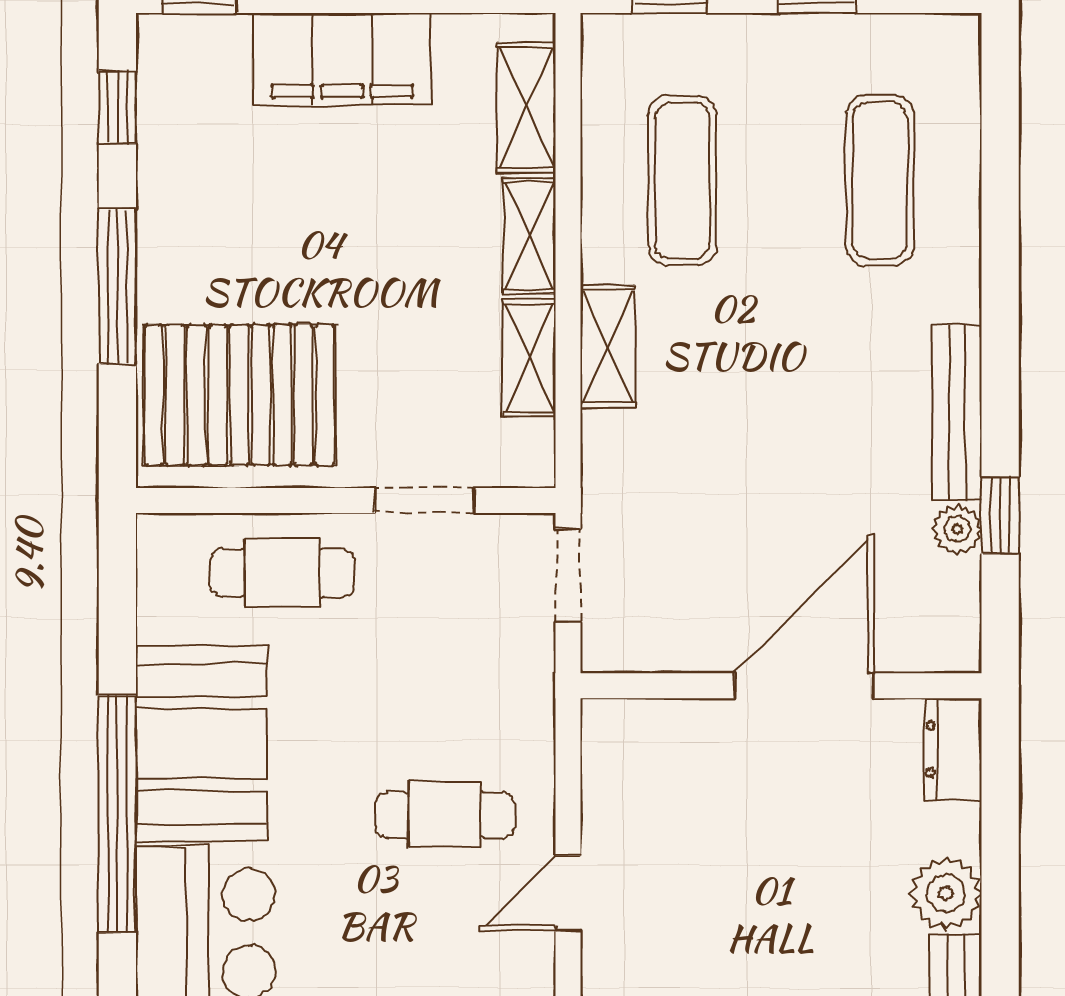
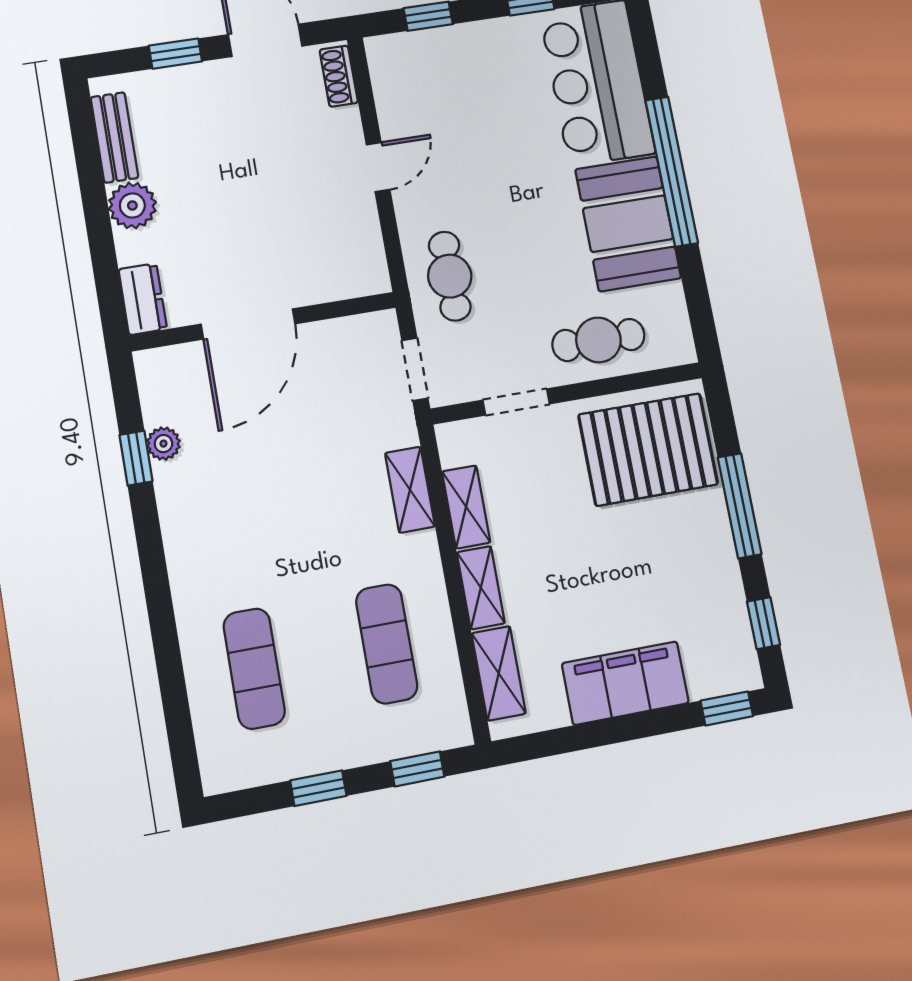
shelving: (608, 346) -> (410, 490), moved
bench: (957, 412) -> (176, 522), removed
cafe table: (445, 815) -> (450, 276), moved, turned 90

